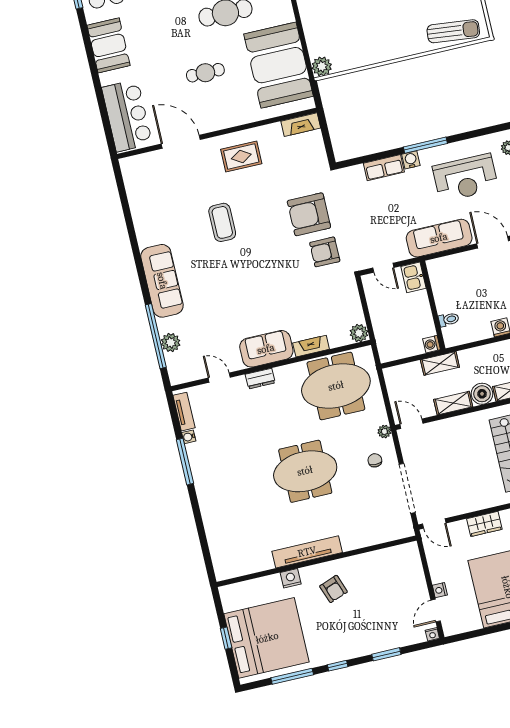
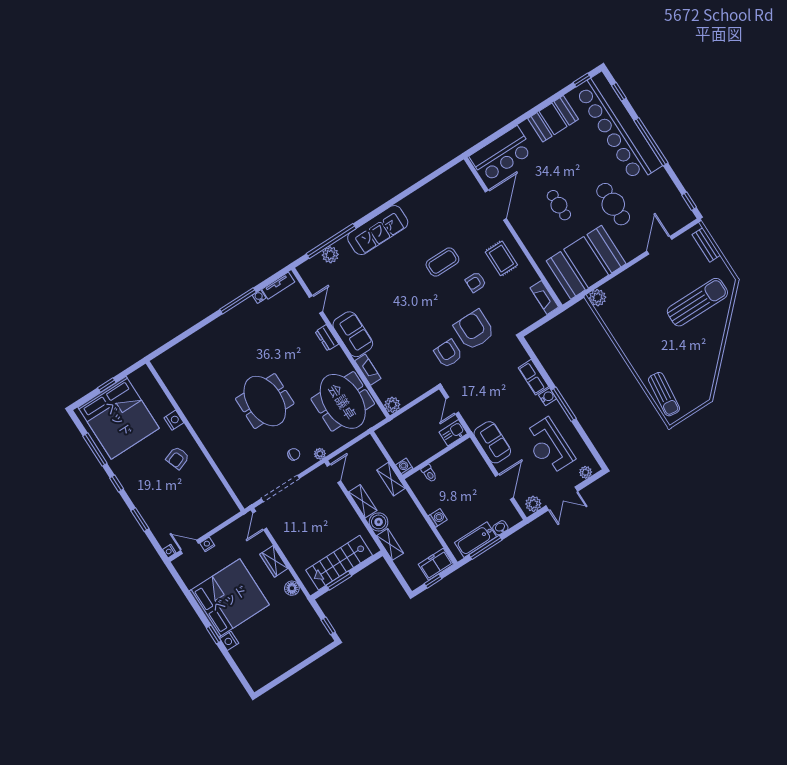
armchair: (257, 194) -> (476, 282), added
sofa: (439, 238) -> (492, 442), width x0.73
tv unit: (307, 552) -> (200, 426), removed

